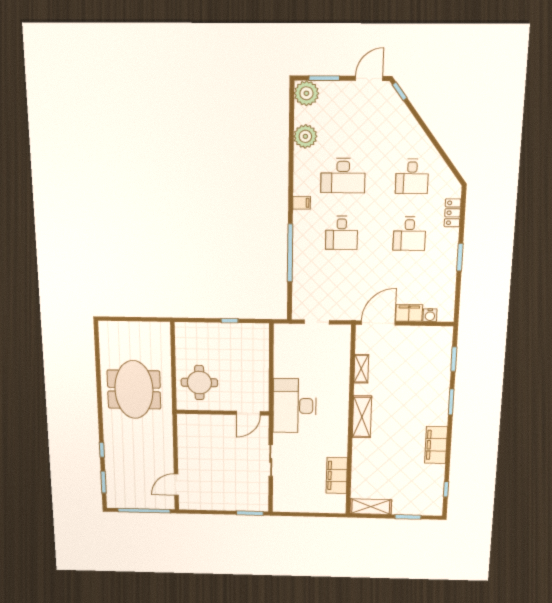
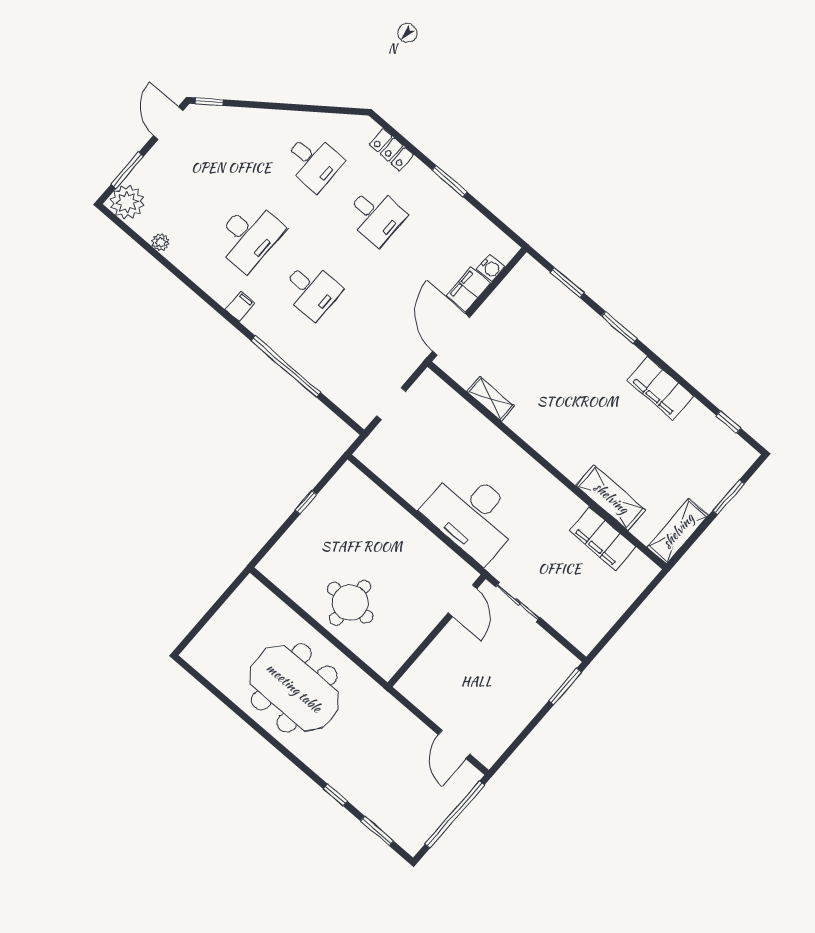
plant: (305, 136) -> (161, 242), width x0.53, depth x0.53
wall: (223, 413) -> (437, 631), moved
door: (248, 413) -> (463, 601), moved
shelving: (362, 417) -> (611, 498), moved

